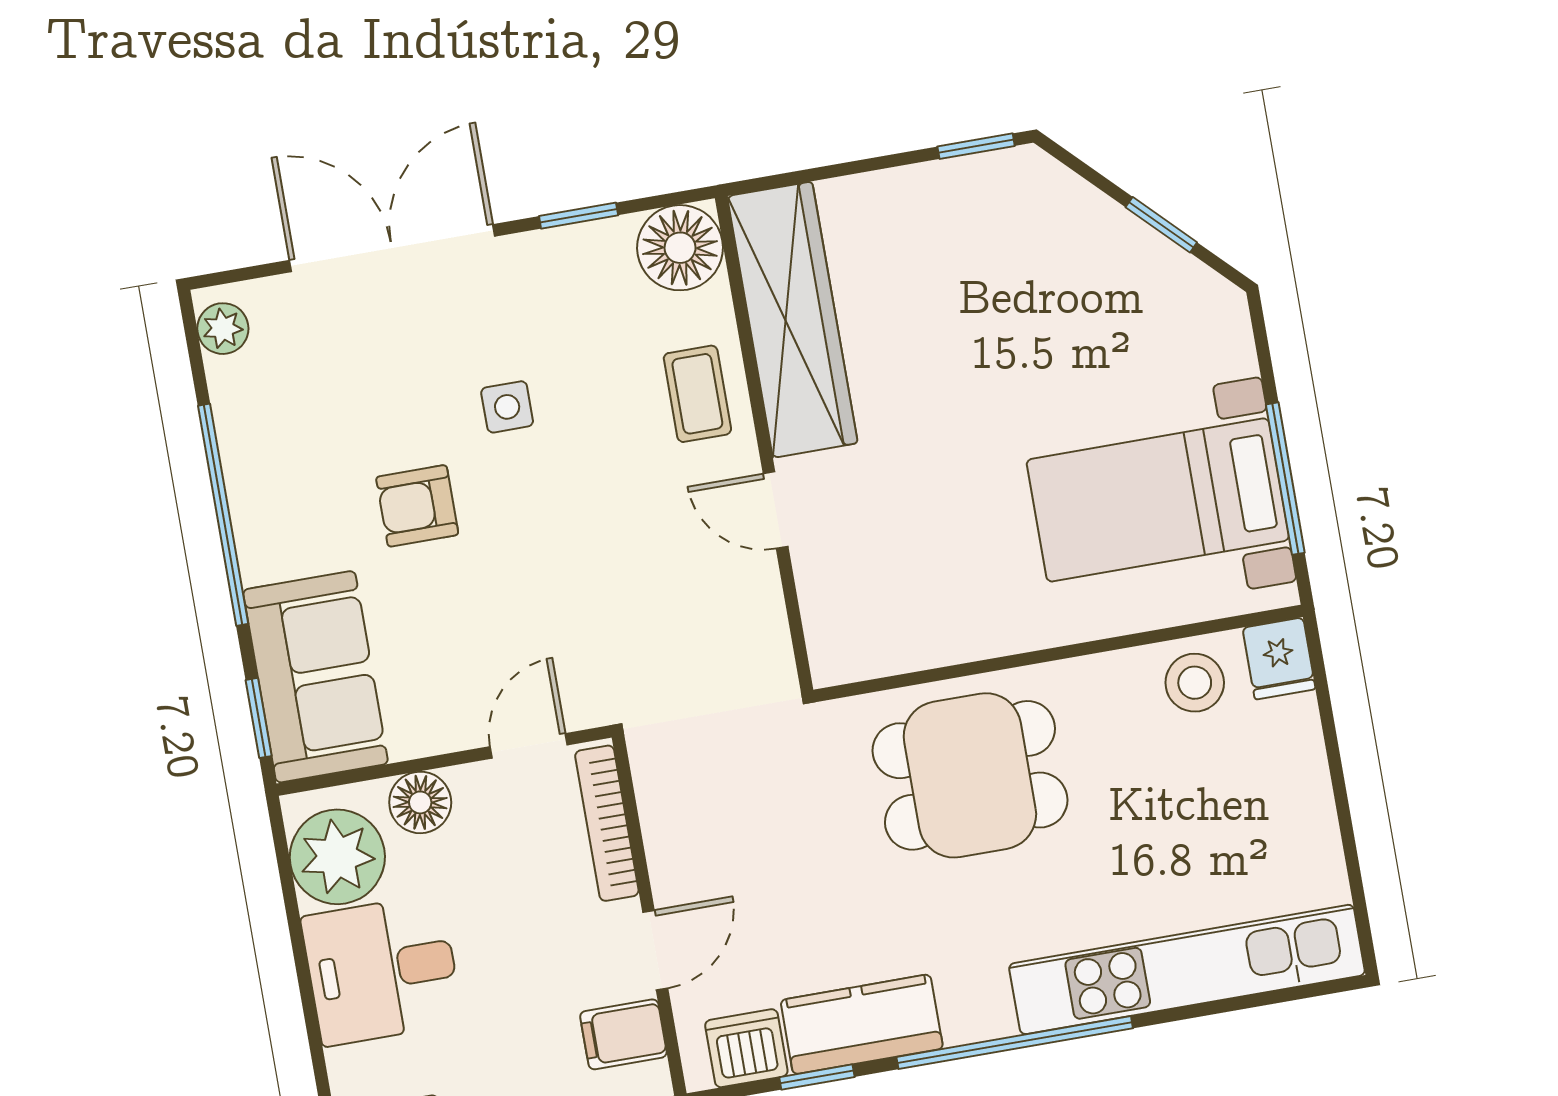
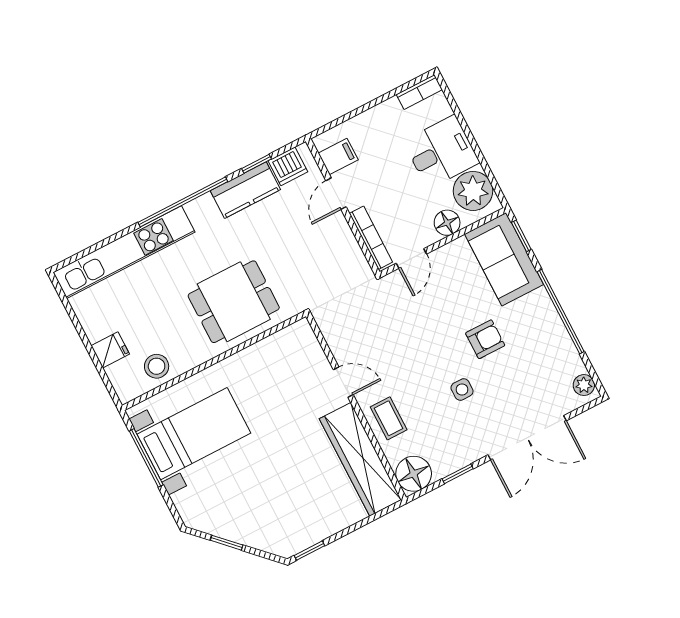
fridge: (1279, 658) -> (110, 350), moved, turned 90

